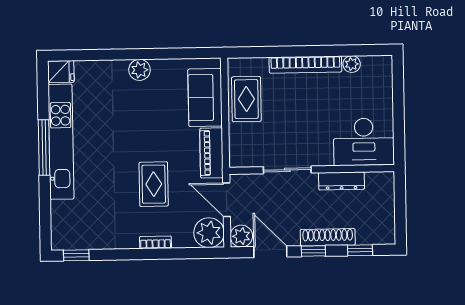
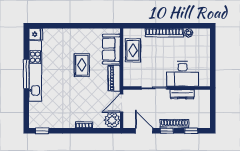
plant: (139, 70) -> (77, 34), removed
desk: (364, 142) -> (183, 74), moved
rug: (154, 184) -> (82, 65), moved
door: (227, 200) -> (122, 103), hinge flipped
plant: (241, 236) -> (129, 122), removed

